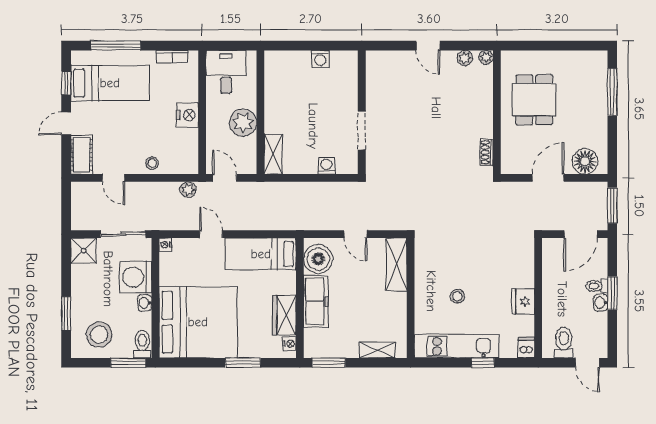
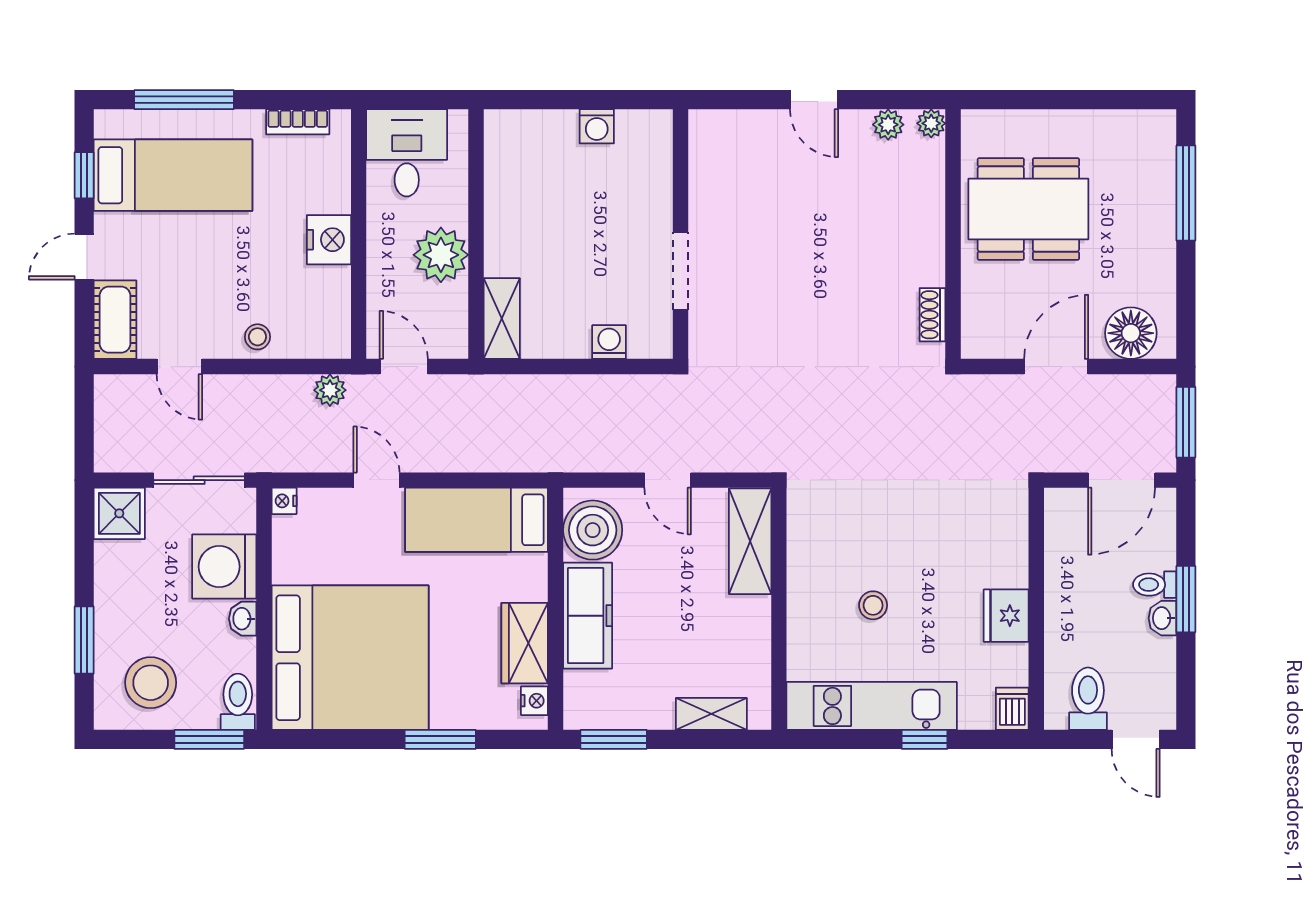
dining table: (534, 100) -> (1028, 209), width x1.38

